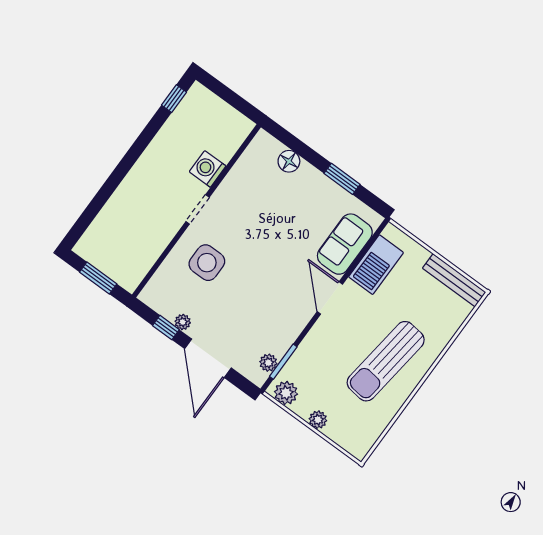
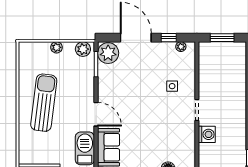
side table: (207, 263) -> (172, 86), width x0.54, depth x0.54
plant: (183, 322) -> (181, 47), moved
plant: (268, 363) -> (108, 53), width x1.88, depth x1.88

